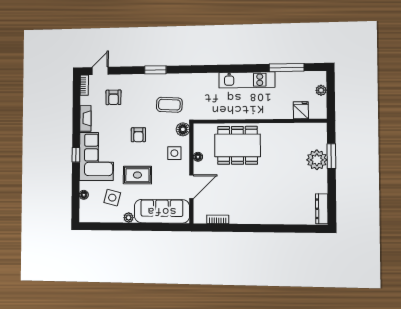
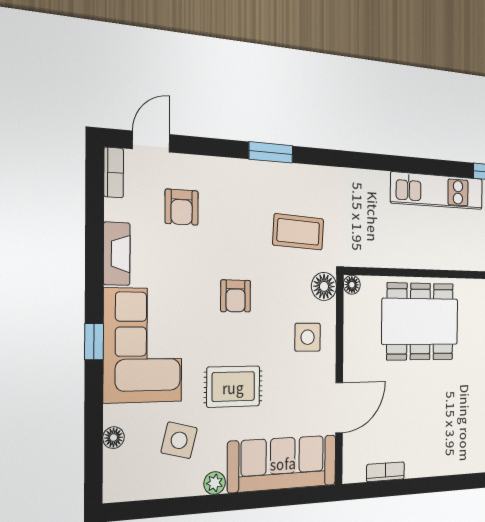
floor lamp: (198, 157) -> (352, 285), moved

